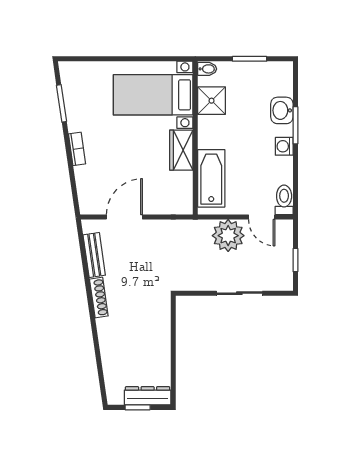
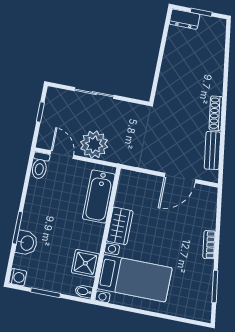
washing machine: (284, 146) -> (18, 277), moved
dresser: (148, 396) -> (185, 19), width x0.70

